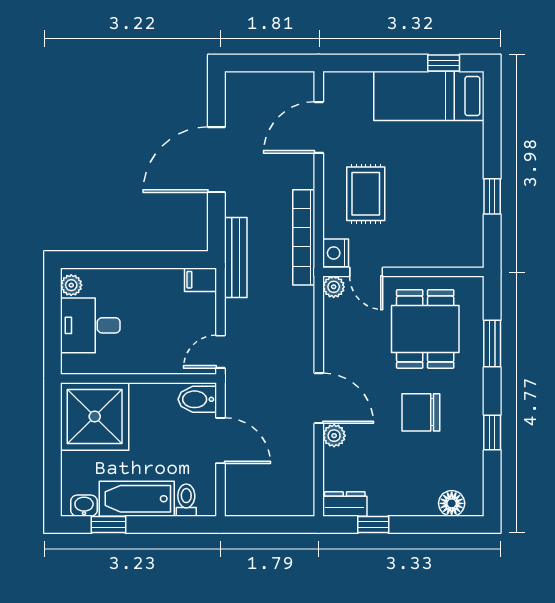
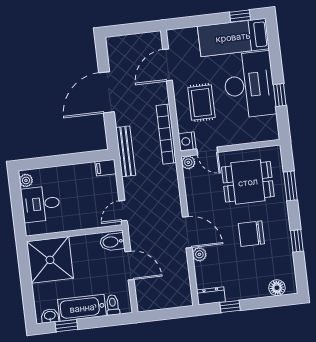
desk: (445, 174) -> (249, 85), added
dining table: (425, 329) -> (248, 182), turned 90

